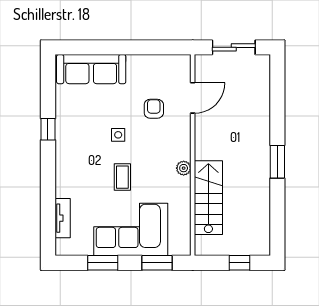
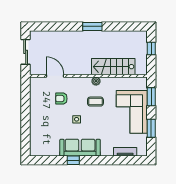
sofa: (91, 69) -> (80, 148), moved, turned -90
coffee table: (122, 177) -> (95, 102), moved

